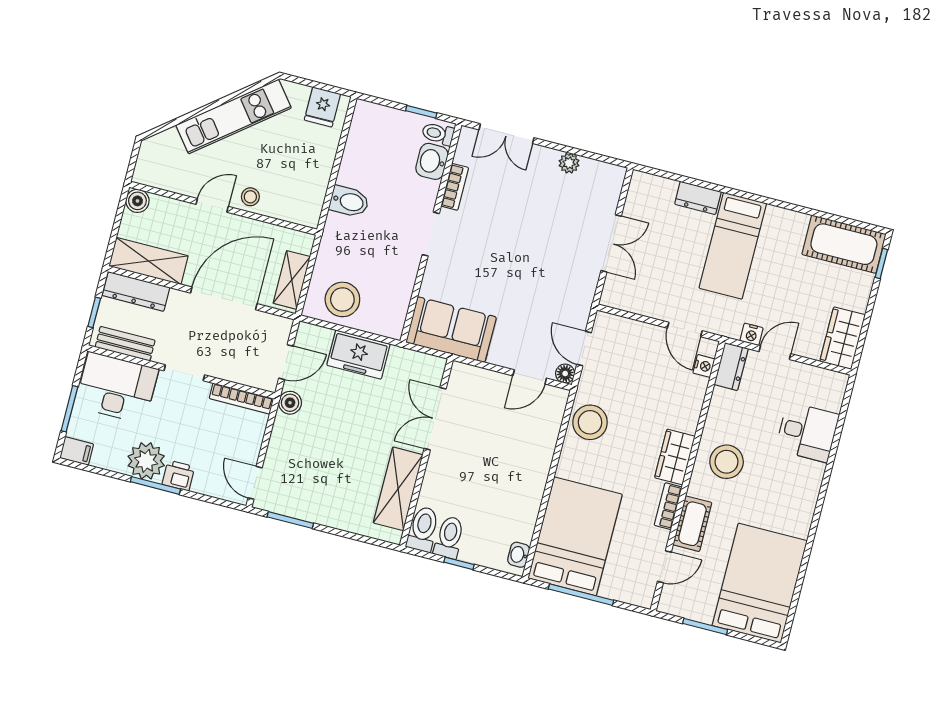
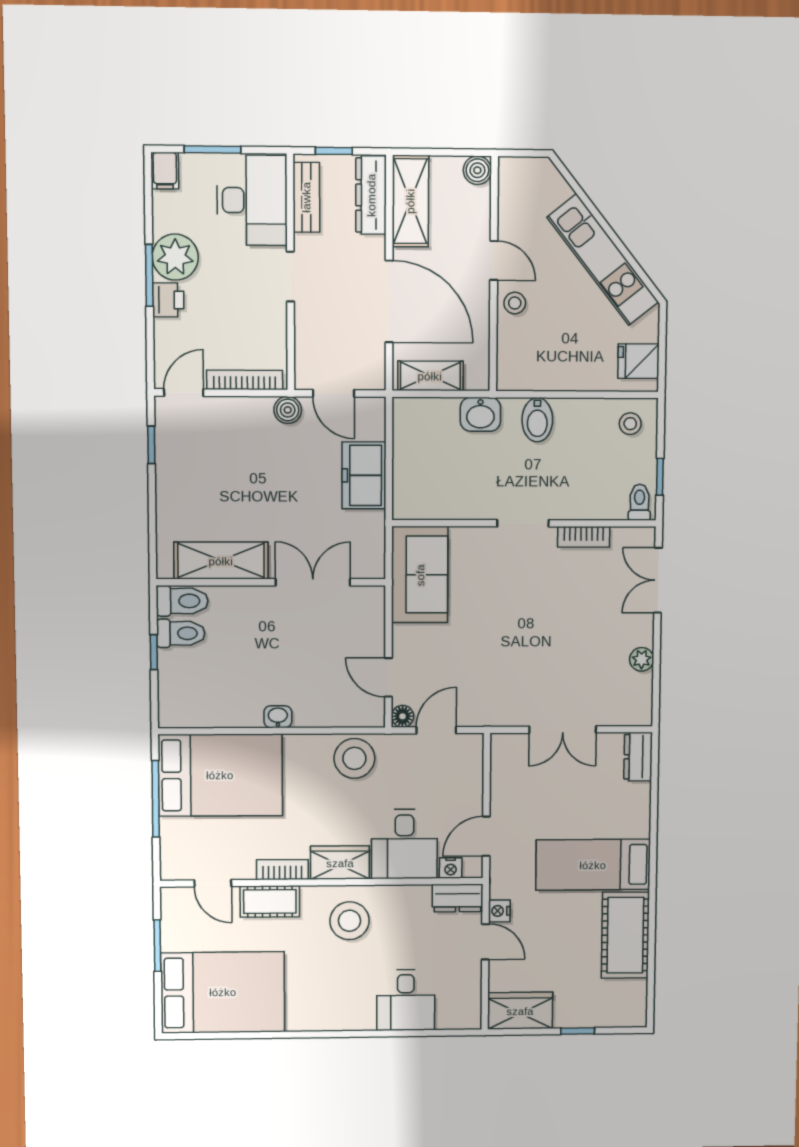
washbasin: (432, 161) -> (480, 414), moved, turned 180
dresser: (698, 198) -> (638, 757), moved
cot: (844, 244) -> (625, 935), moved
window: (881, 263) -> (578, 1031), moved
stool: (342, 299) -> (630, 424), moved, width x0.53, depth x0.53
bookcase: (241, 399) -> (245, 380), moved, turned 90
desk: (673, 399) -> (404, 844), added
window: (290, 520) -> (151, 445), width x0.67
washbasin: (519, 555) -> (278, 717), moved

